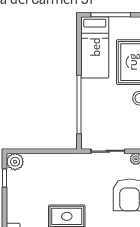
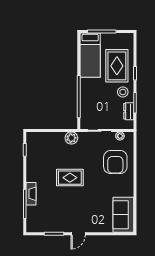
plant: (15, 162) -> (71, 138), moved

